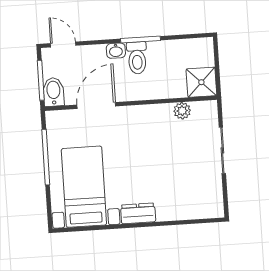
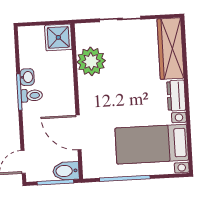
washbasin: (116, 51) -> (27, 77), moved
toilet: (137, 58) -> (32, 96), width x0.73, depth x0.72
plant: (182, 111) -> (91, 61), width x1.88, depth x1.88
wardrobe: (190, 207) -> (170, 49), added

